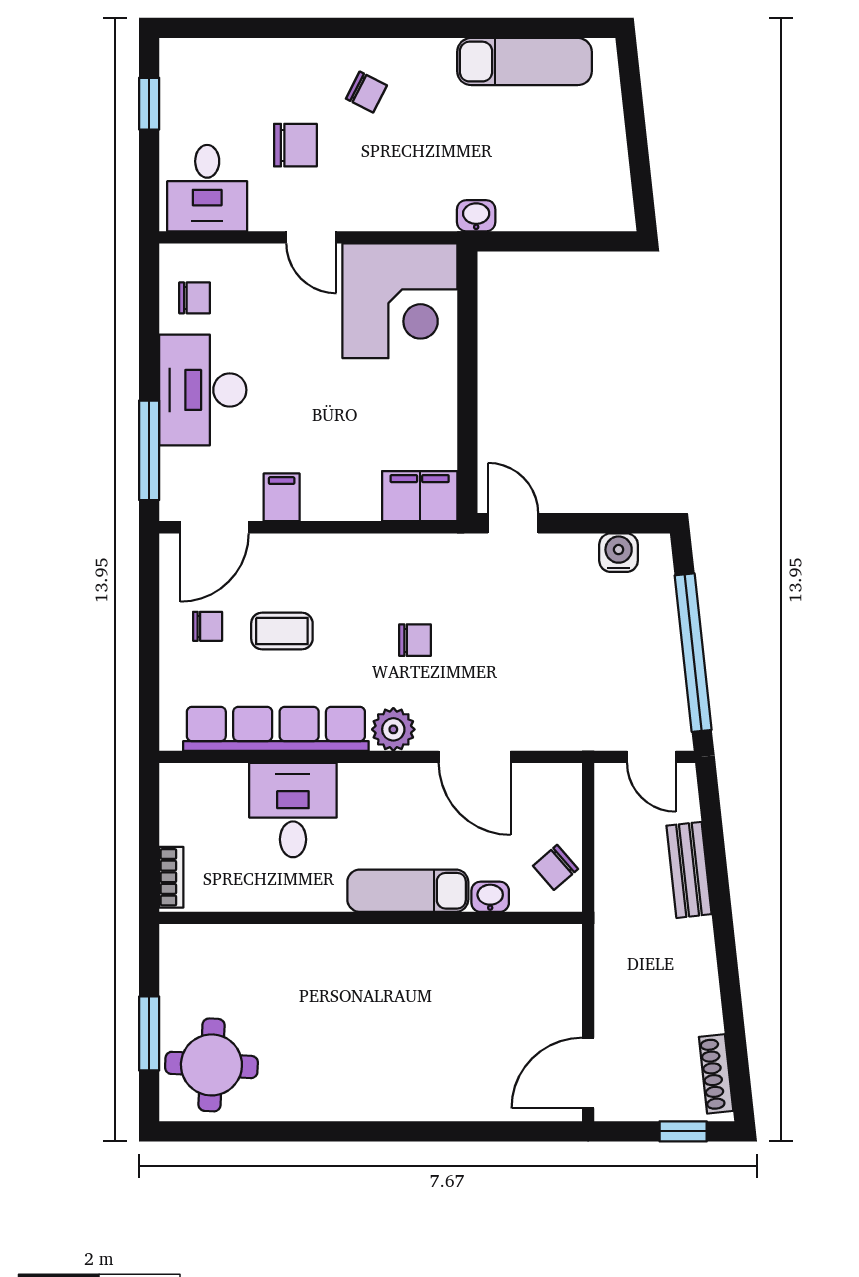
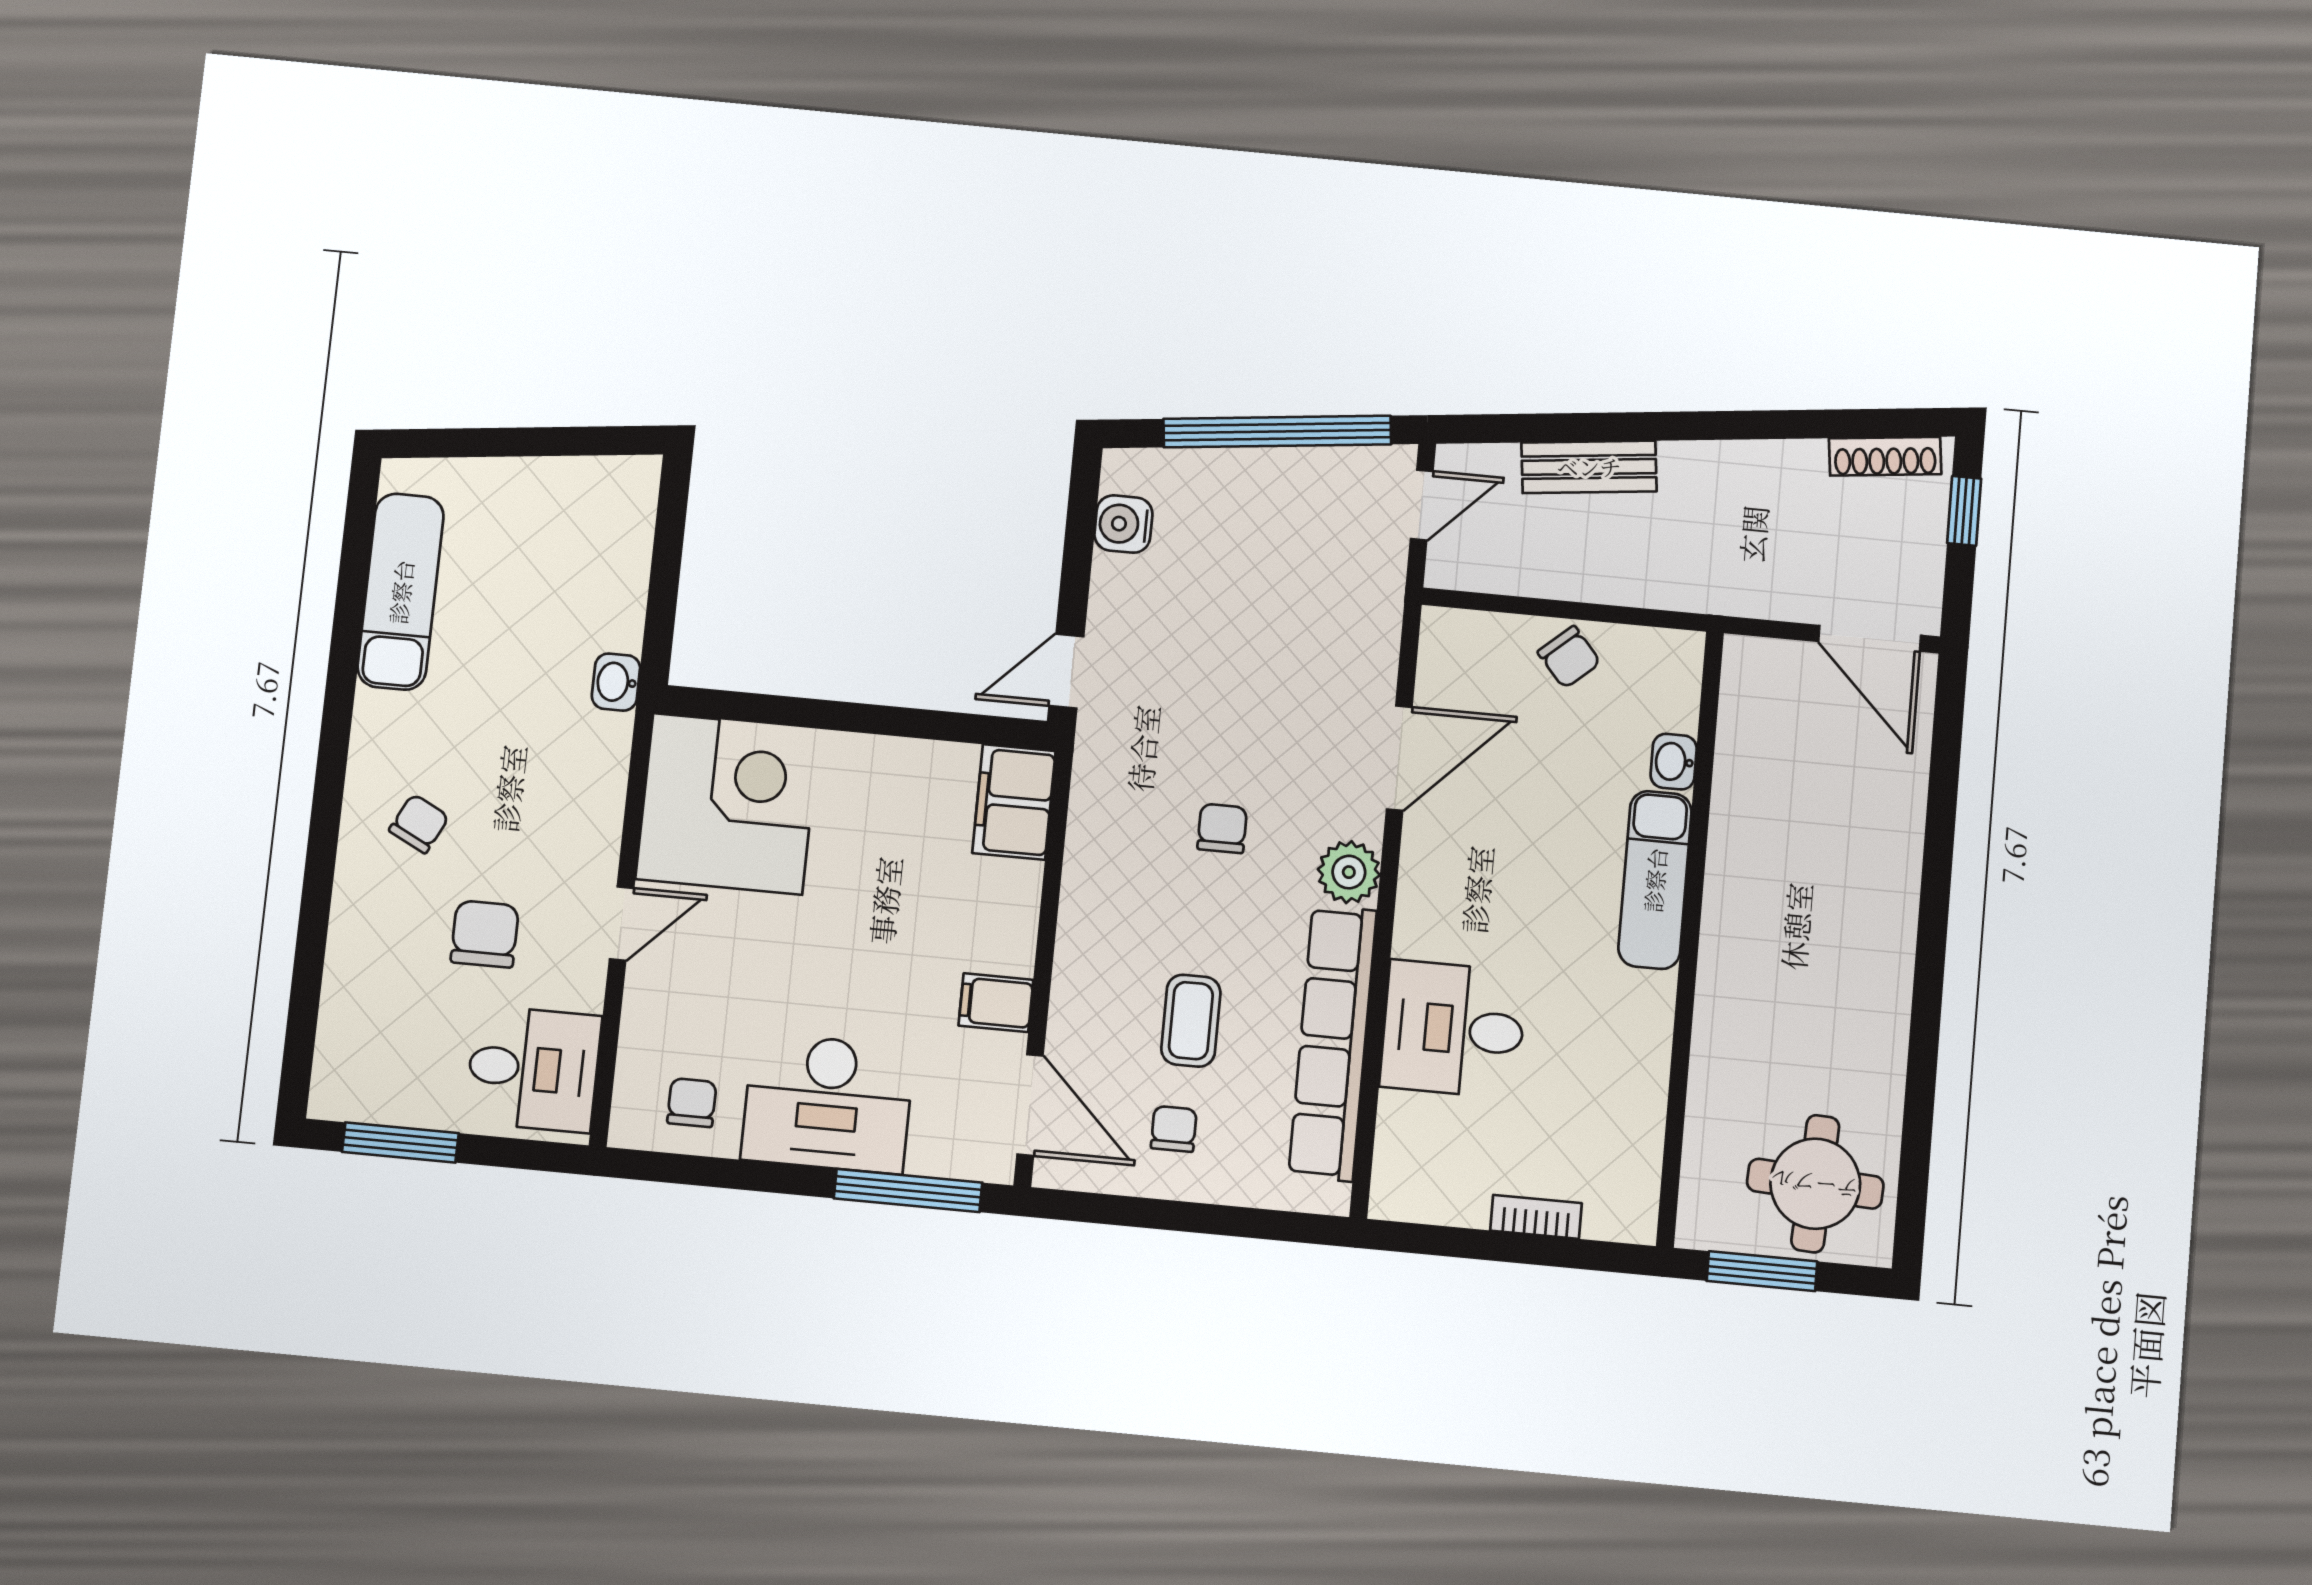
window: (149, 104) -> (400, 1142), width x1.50
exam couch: (408, 891) -> (1655, 880), moved
washbasin: (490, 897) -> (1674, 762), moved
wall: (371, 918) -> (1690, 937), moved

